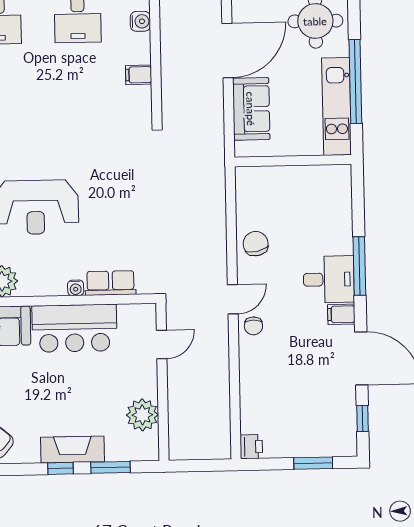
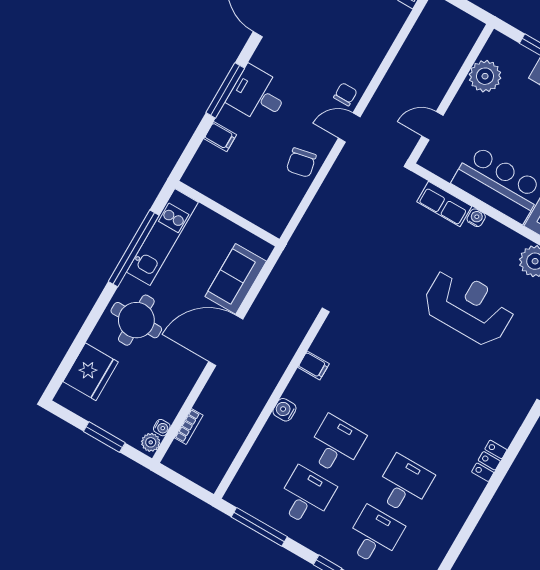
filing cabinet: (341, 314) -> (220, 137), moved

